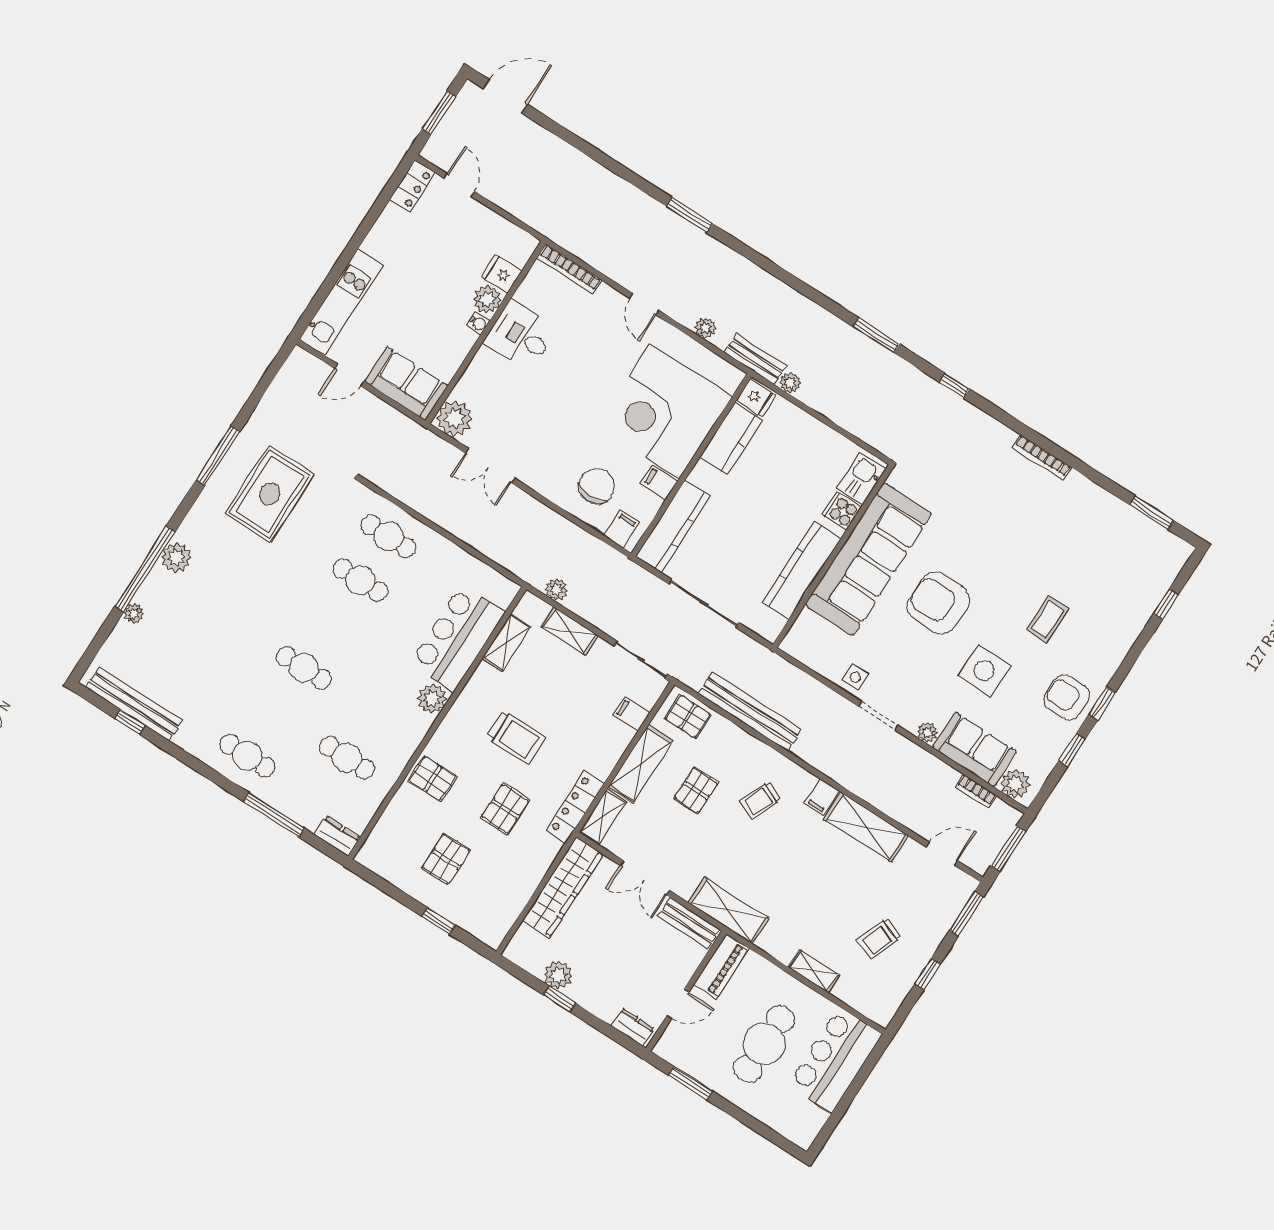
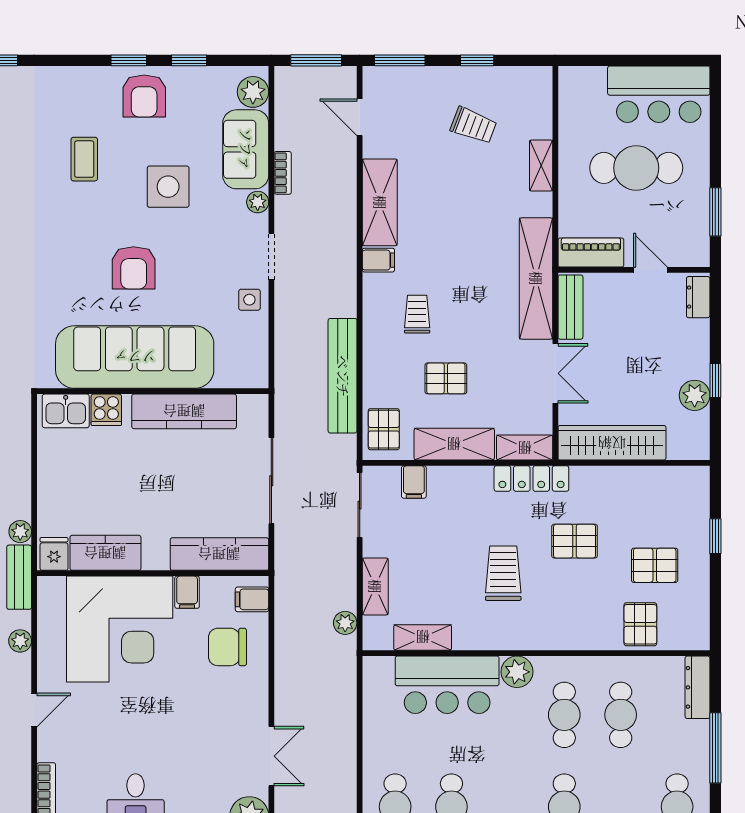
armchair: (938, 603) -> (134, 268), width x0.73, depth x0.73
coffee table: (1048, 619) -> (84, 159), turned 90
cafe table: (375, 714) -> (564, 715), added
pallet: (432, 779) -> (640, 624), moved
bookcase: (976, 791) -> (283, 173), moved
trolley: (760, 800) -> (417, 314), turned -114
dresser: (337, 836) -> (698, 687), width x1.44
shelving: (729, 911) -> (536, 278), width x1.47
bar counter: (835, 1060) -> (659, 94), moved

